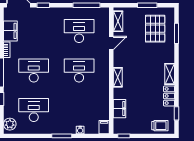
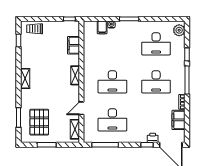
printer: (37, 12) -> (153, 138), added
locker: (169, 96) -> (26, 57), removed
filing cabinet: (104, 127) -> (102, 27), moved

